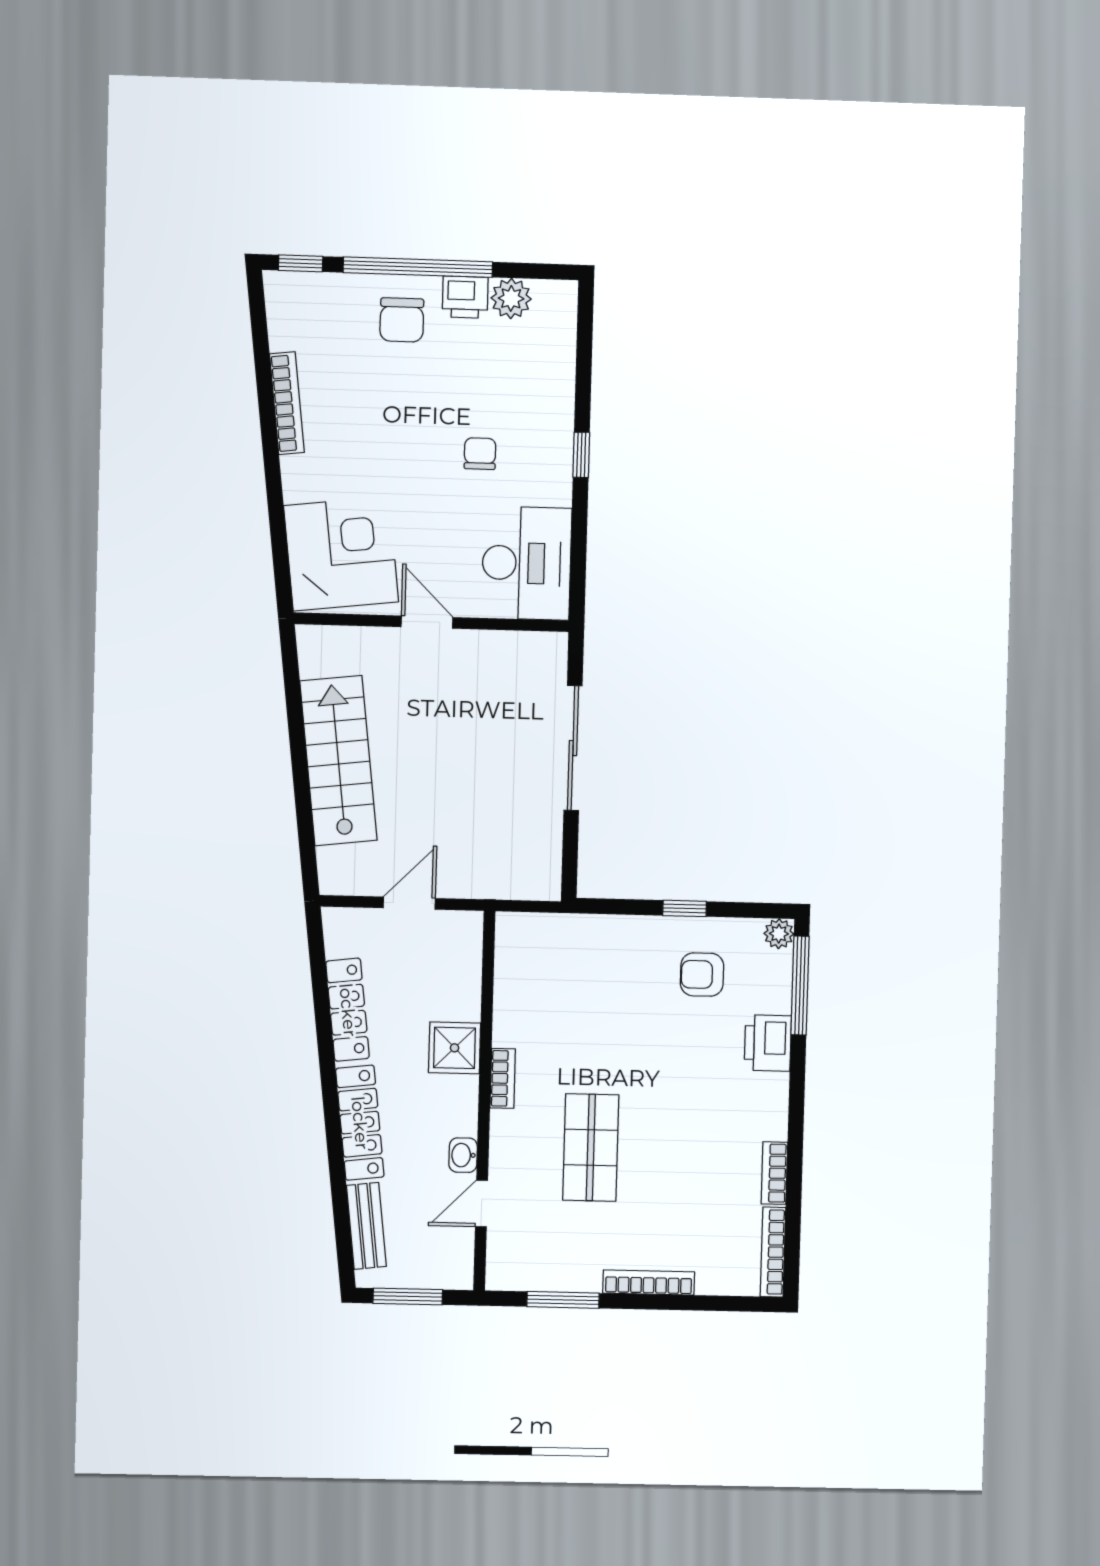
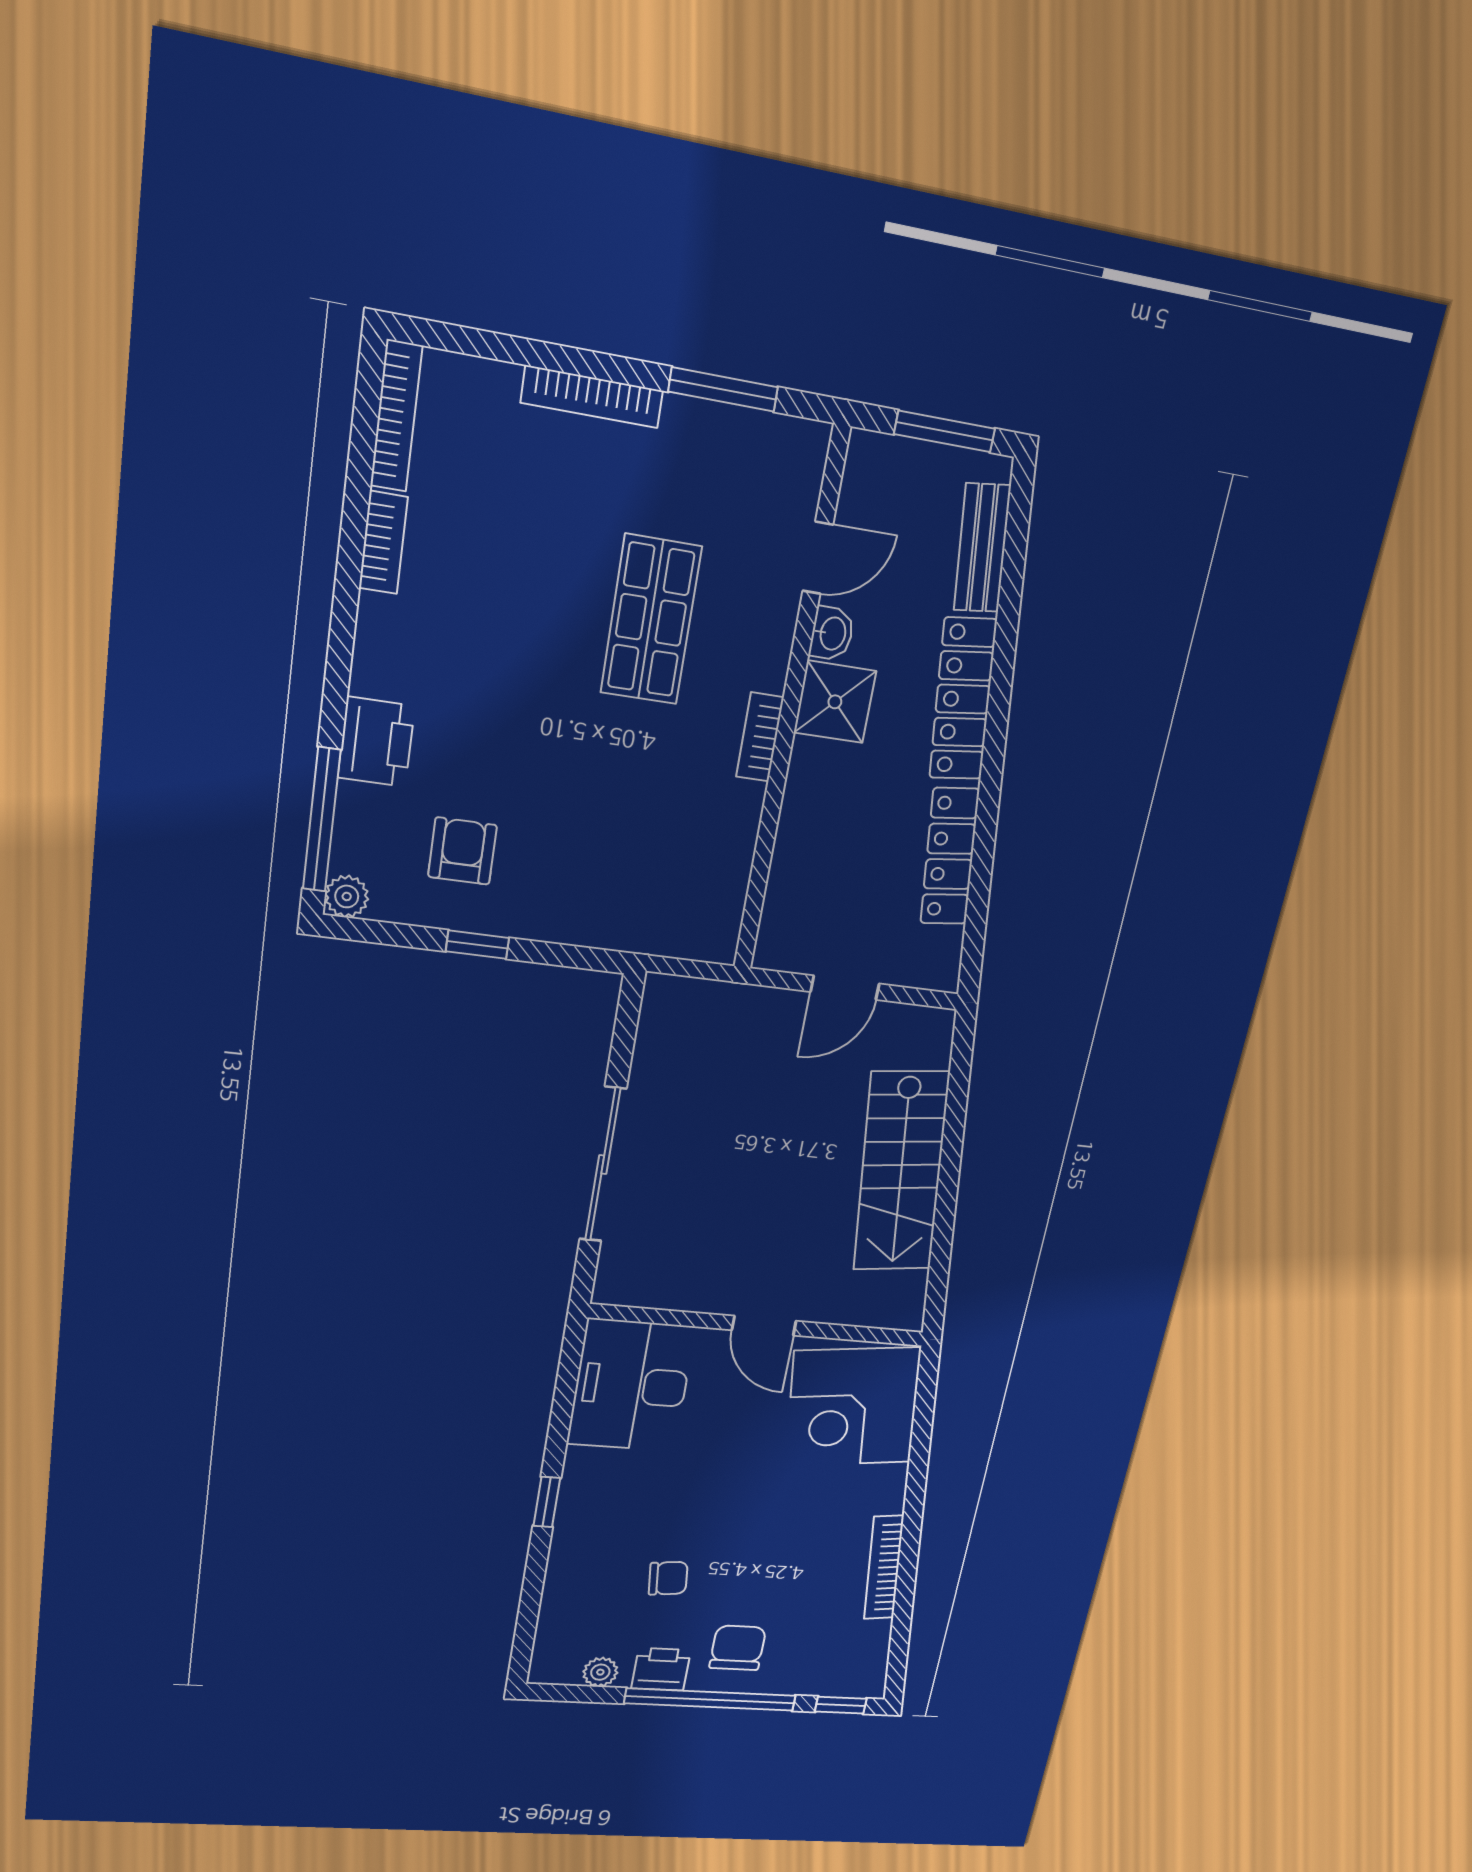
plant: (511, 298) -> (600, 1672), width x0.73, depth x0.73
chair: (480, 454) -> (668, 1578), moved, turned -96
armchair: (702, 975) -> (462, 851), turned -90
shower: (455, 1048) -> (835, 702), moved

